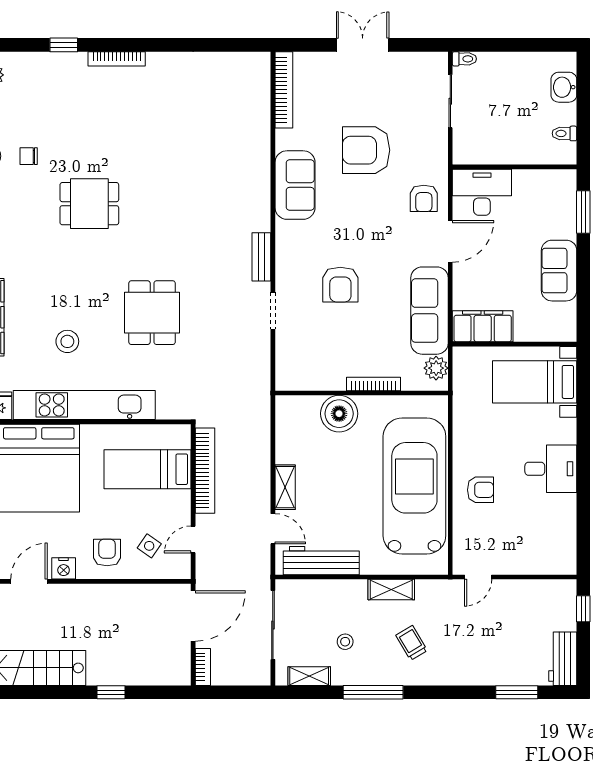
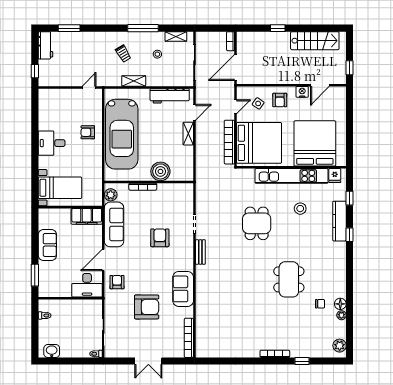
washbasin: (564, 87) -> (52, 351), moved, turned -90
dining table: (89, 204) -> (289, 279), width x1.38
bed: (147, 469) -> (259, 143), width x2.04
door: (273, 529) -> (195, 112), swing flipped

